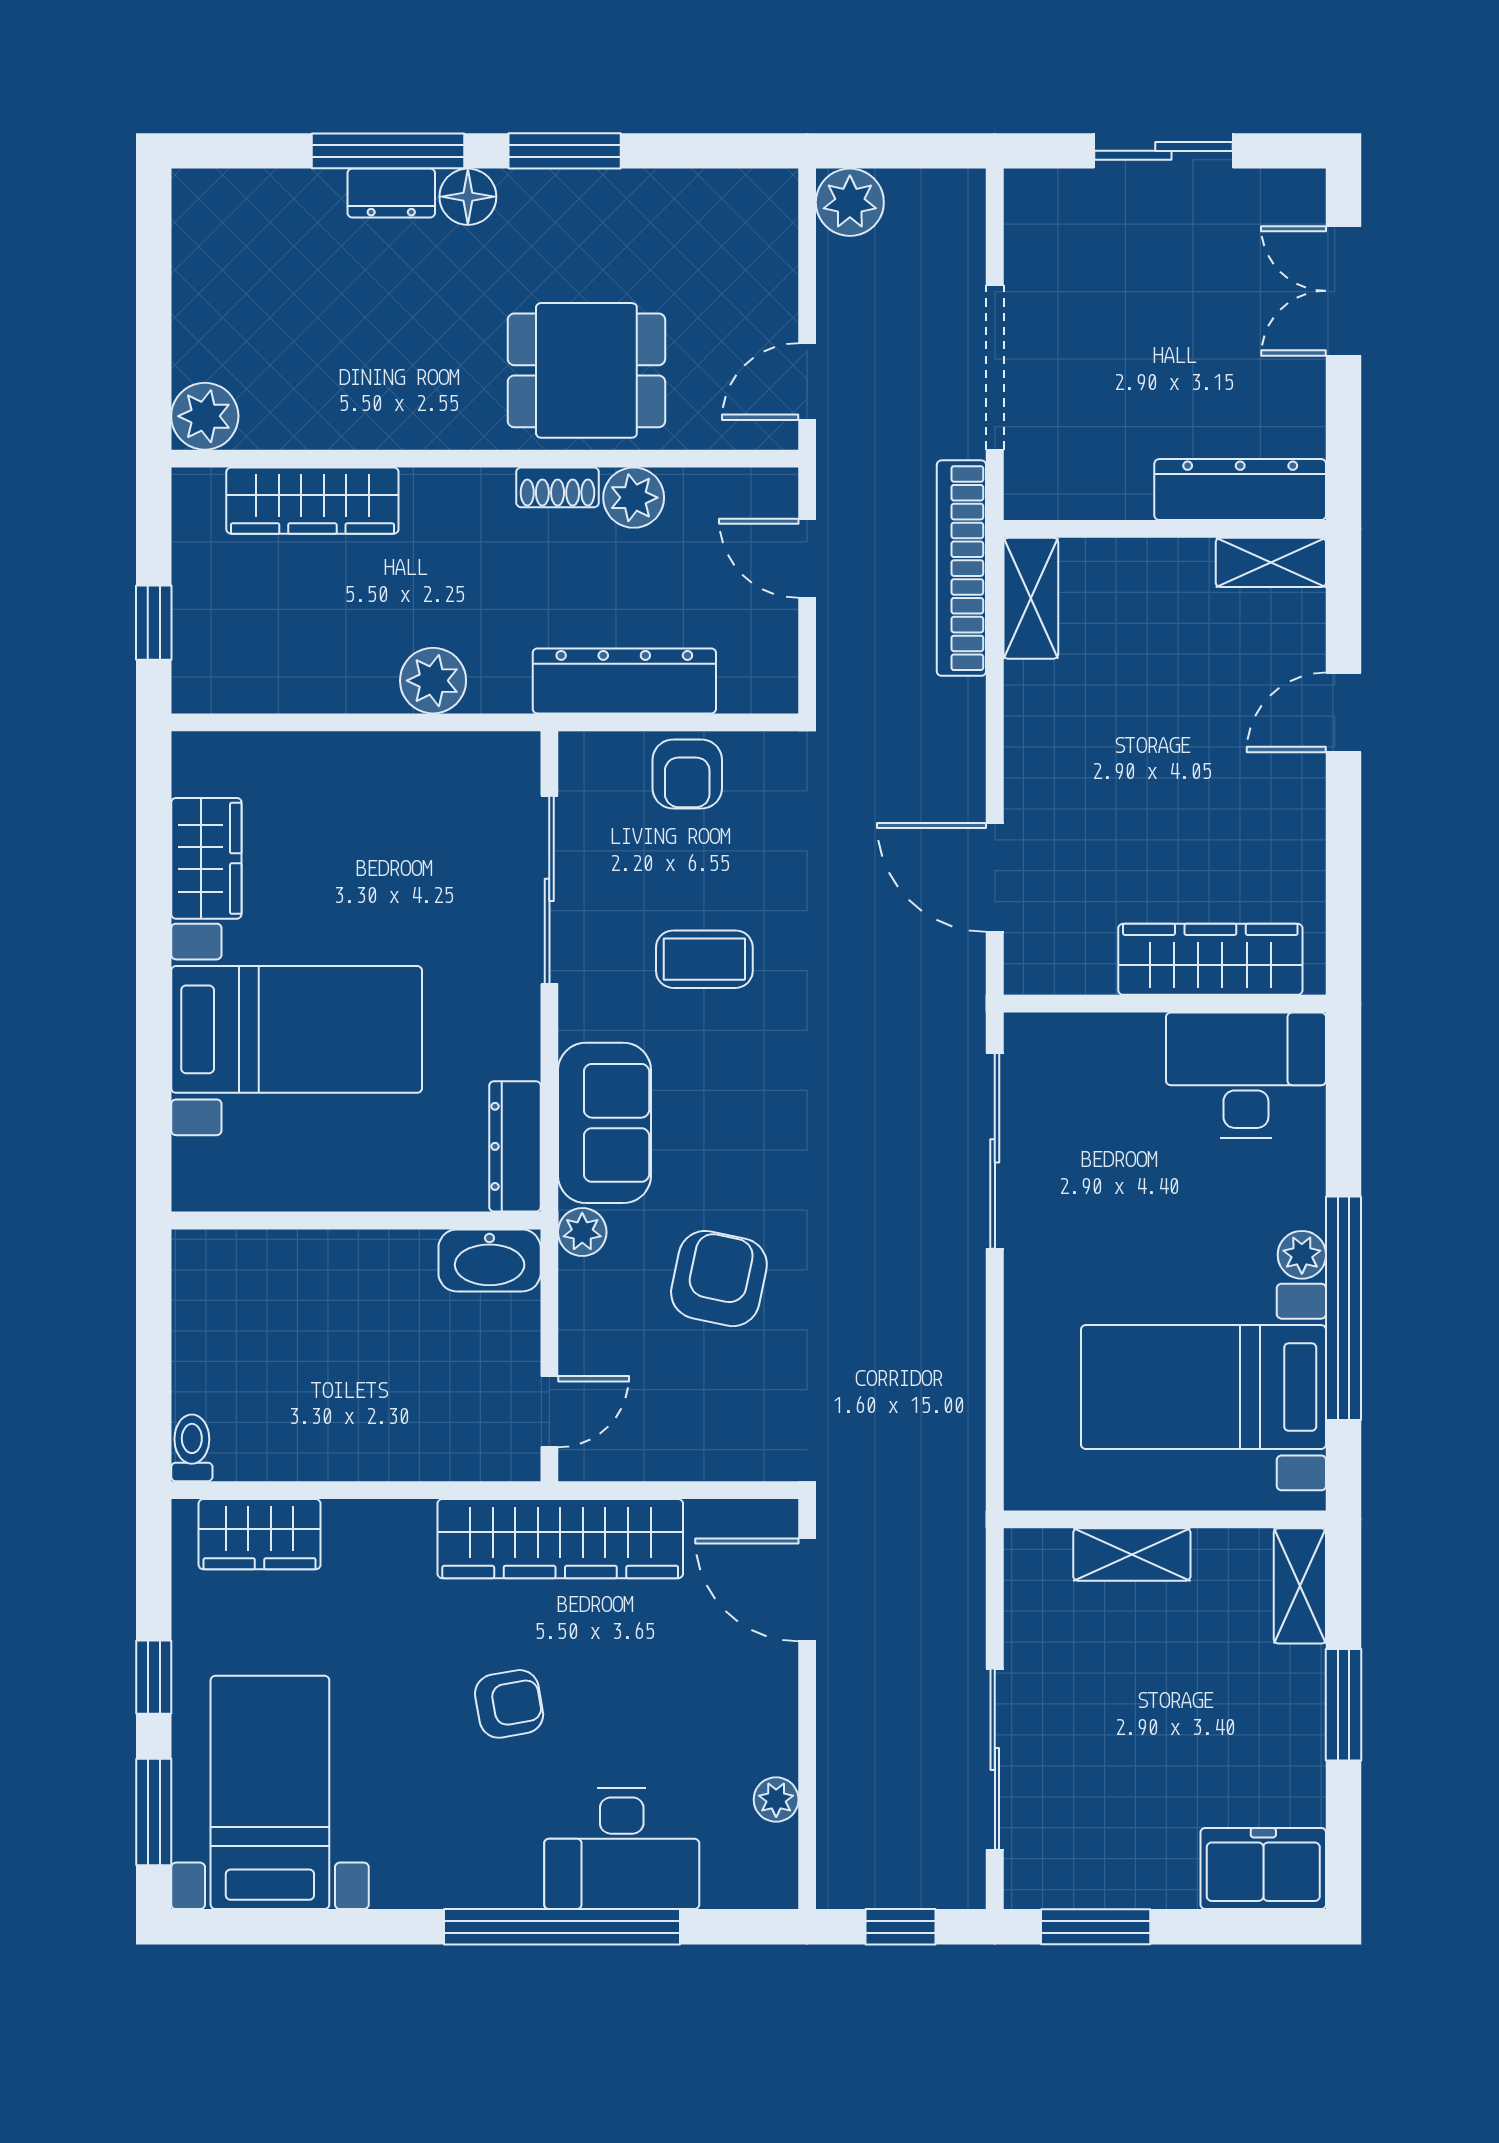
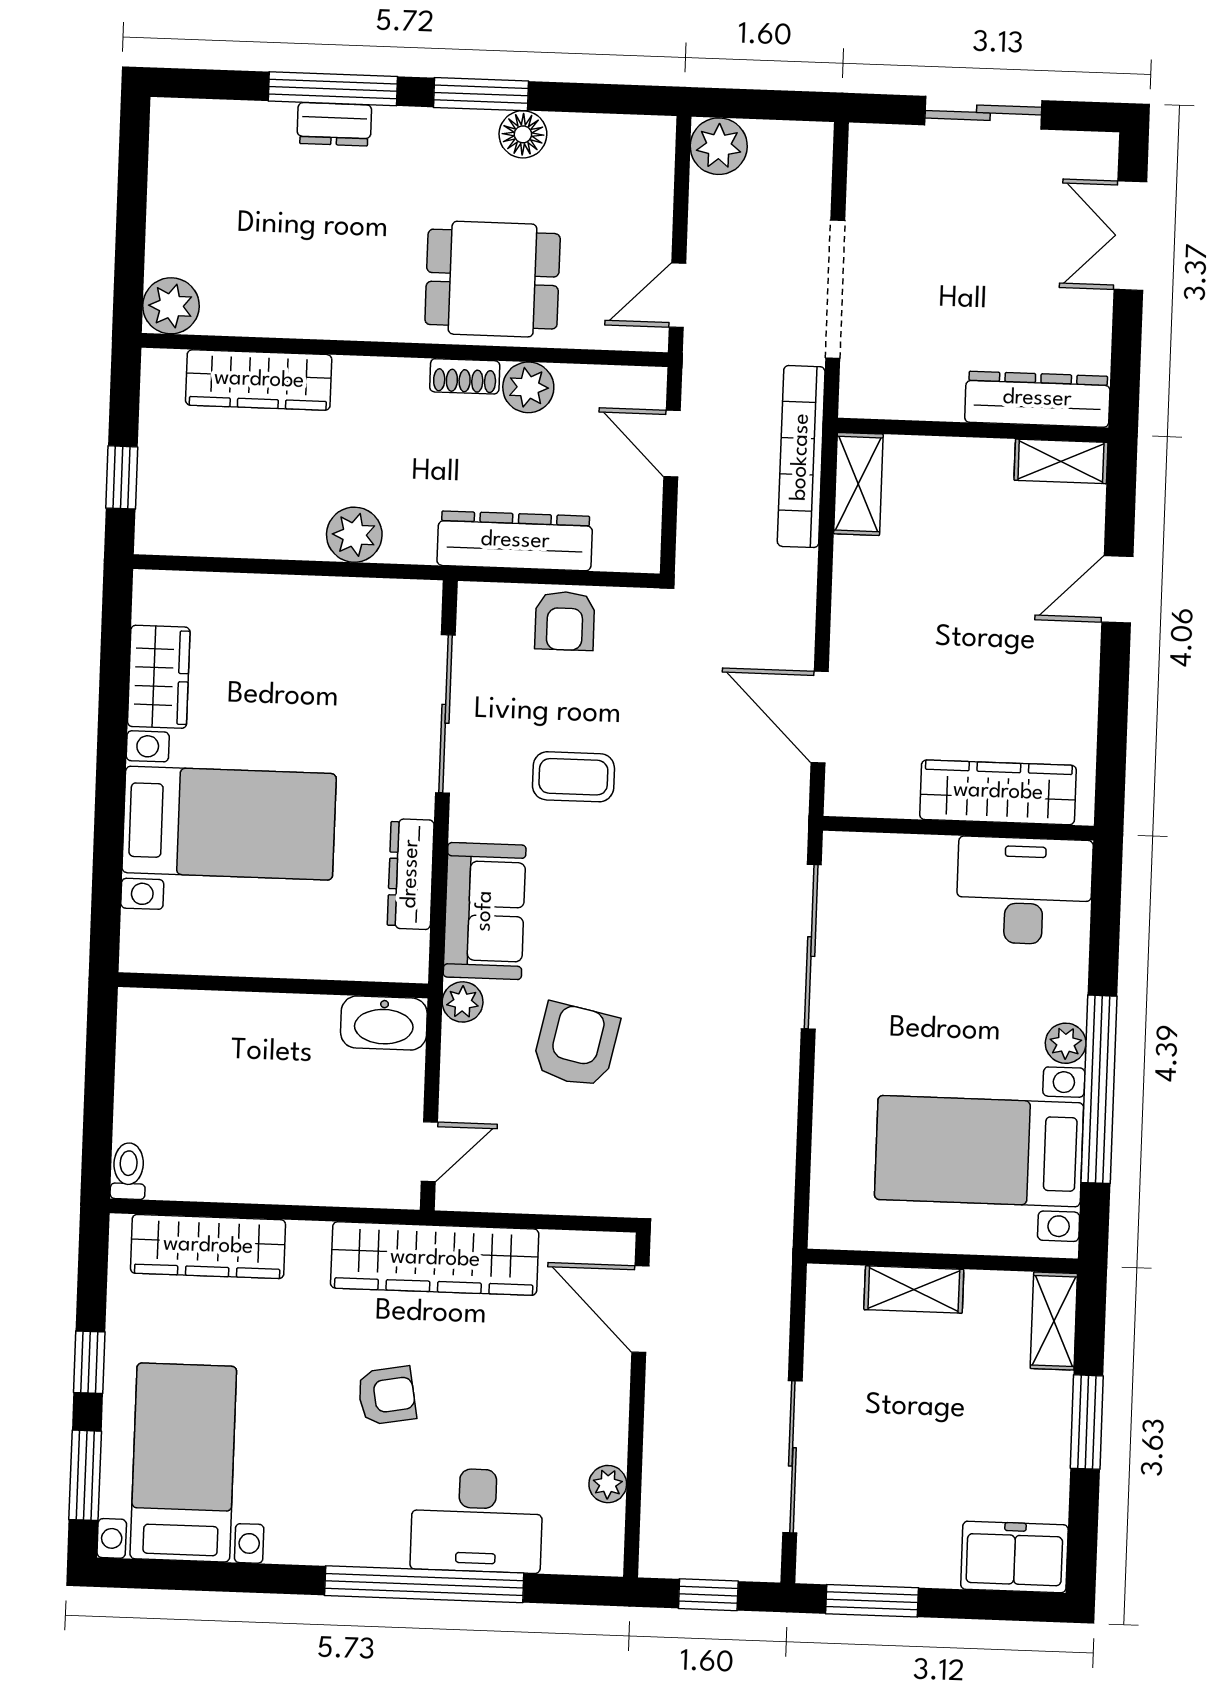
floor lamp: (468, 197) -> (523, 134), moved
dresser: (515, 1146) -> (411, 874), moved
wardrobe: (260, 1534) -> (208, 1246), width x1.50

